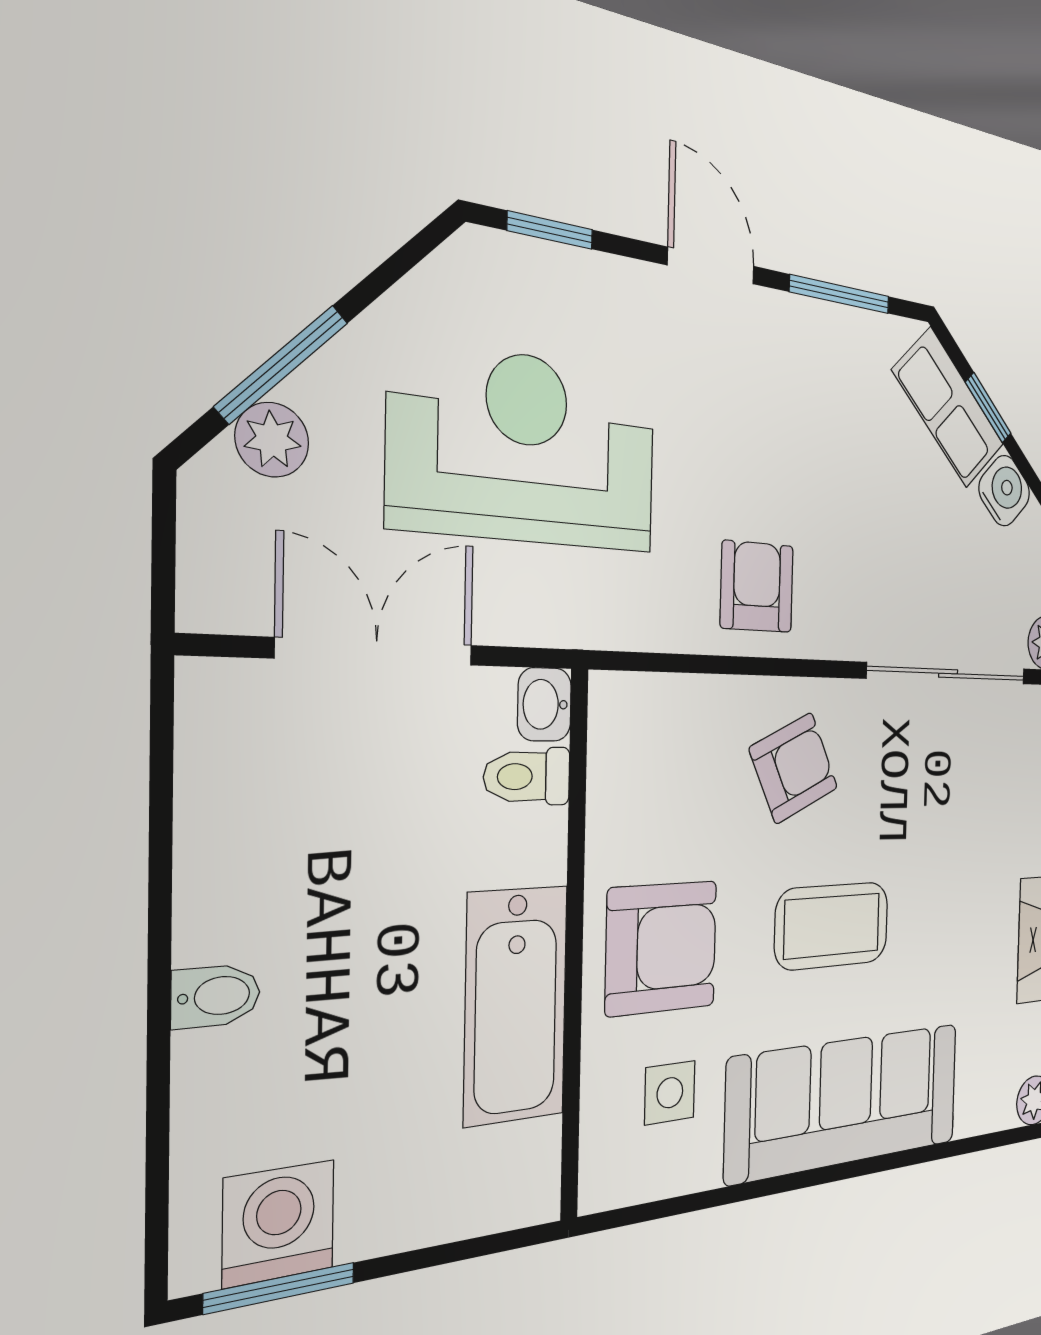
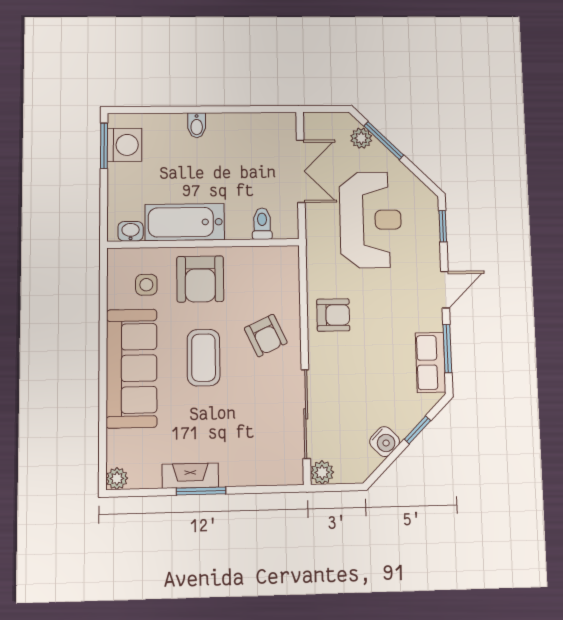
row of seats: (949, 408) -> (431, 362), moved, turned -45
washbasin: (544, 704) -> (131, 231), moved

